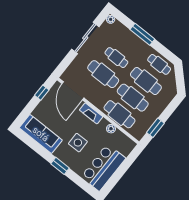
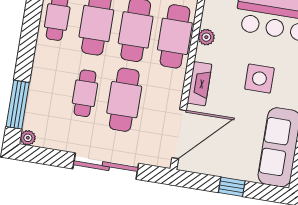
window: (142, 34) -> (18, 105), moved
sliding door: (85, 38) -> (106, 166), moved
window: (42, 93) -> (232, 187), moved

